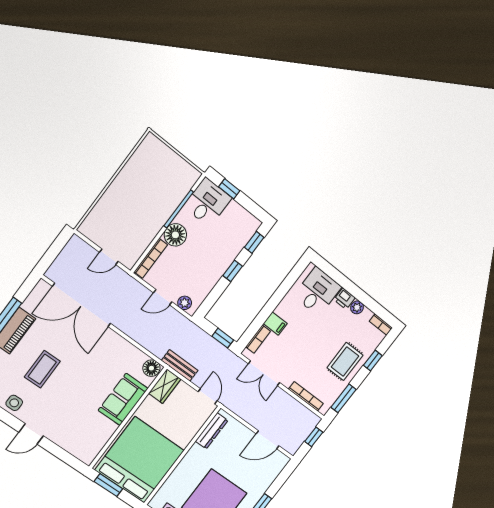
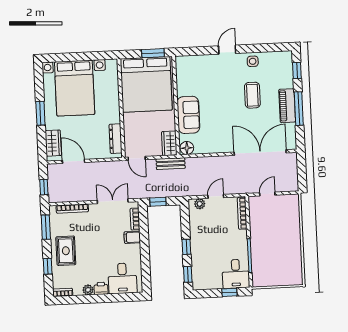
floor lamp: (175, 235) -> (239, 239), removed
door: (268, 440) -> (74, 161), hinge flipped
wardrobe: (271, 471) -> (53, 143), added

